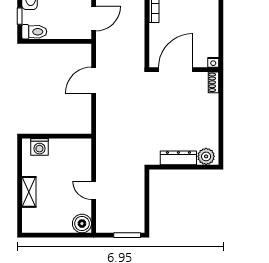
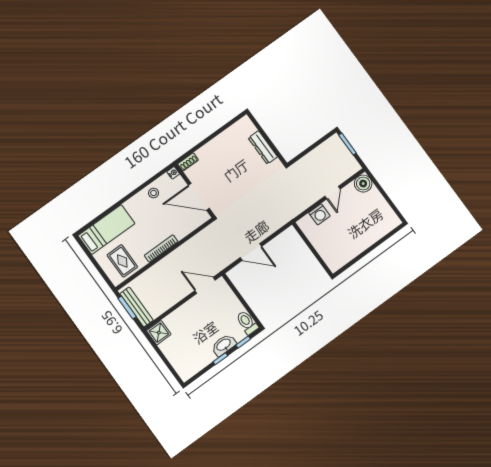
stool: (208, 32) -> (154, 193), added
washing machine: (39, 147) -> (319, 214), moved, turned 90
plant: (206, 156) -> (247, 128), removed
shelving: (29, 192) -> (369, 240), removed

